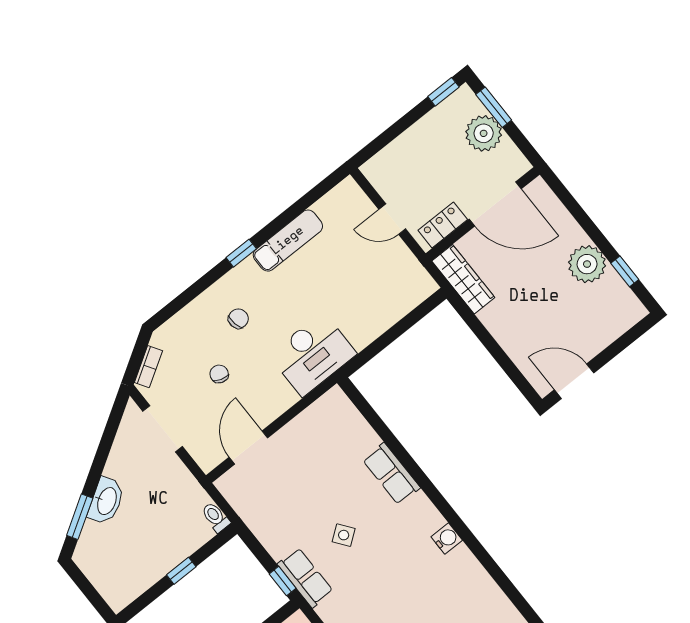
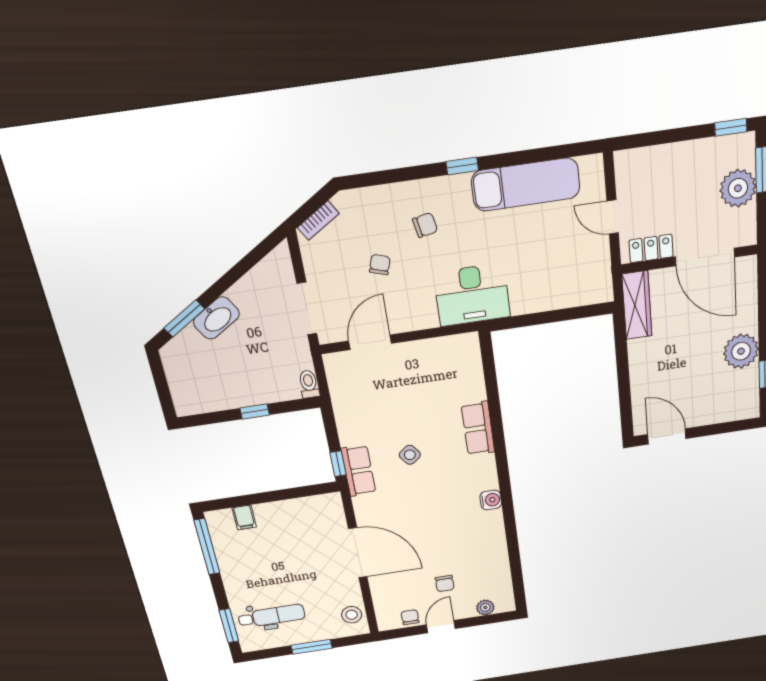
exam couch: (288, 241) -> (526, 185), width x1.36, depth x1.45
doorway: (163, 429) -> (307, 309), moved

